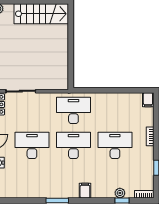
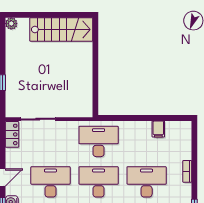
filing cabinet: (148, 100) -> (158, 129), moved

